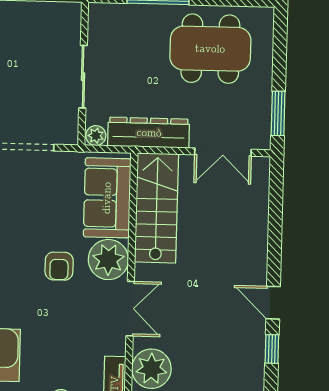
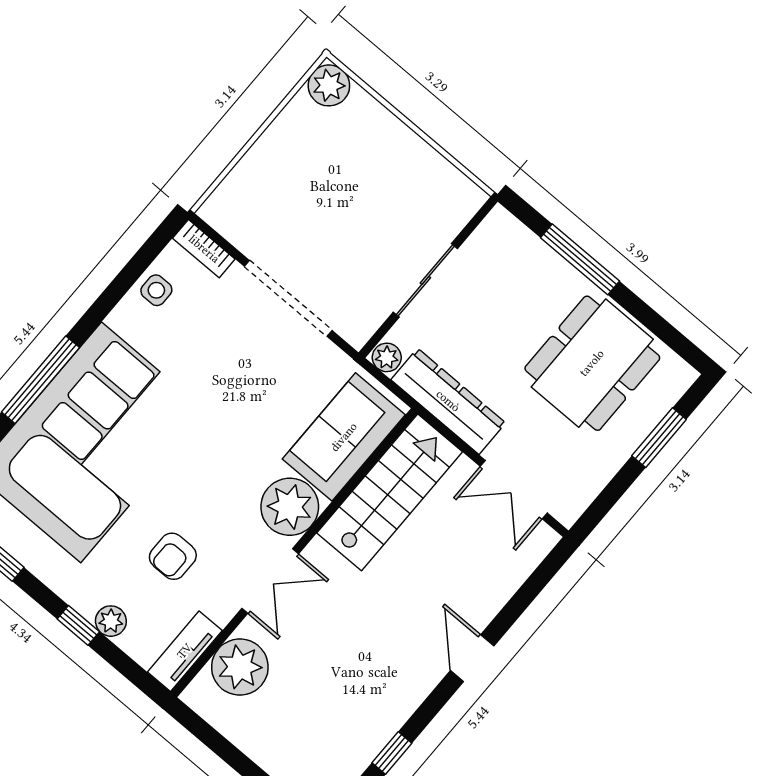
dining table: (210, 49) -> (592, 363), turned 90
window: (278, 113) -> (659, 438), moved
armchair: (59, 266) -> (173, 556), moved
door: (273, 303) -> (472, 658), moved

